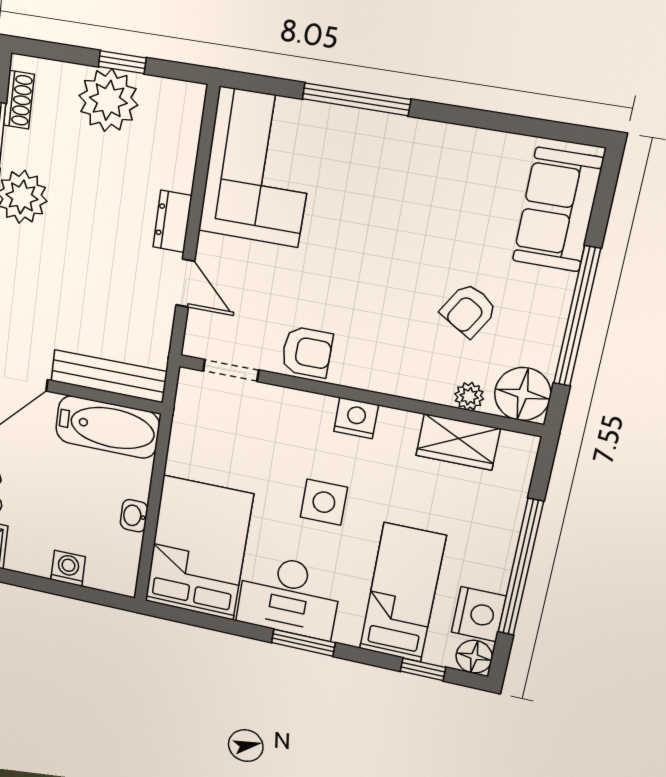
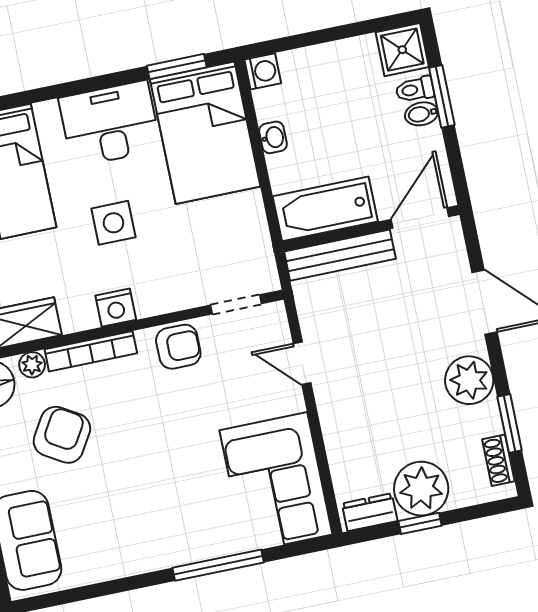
dresser: (172, 221) -> (370, 512), moved, turned -90
armchair: (469, 310) -> (62, 435), width x1.38, depth x1.38
armchair: (307, 352) -> (178, 347), turned 180
bookcase: (401, 385) -> (91, 351), added
washing machine: (68, 568) -> (263, 71), moved, turned -90
window: (303, 643) -> (177, 66), moved

